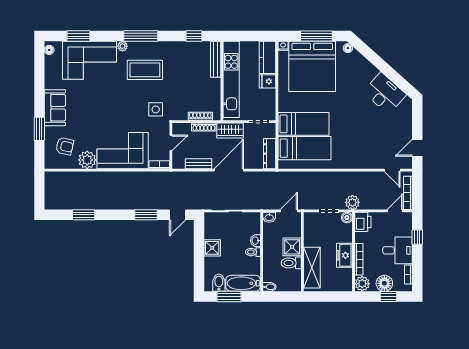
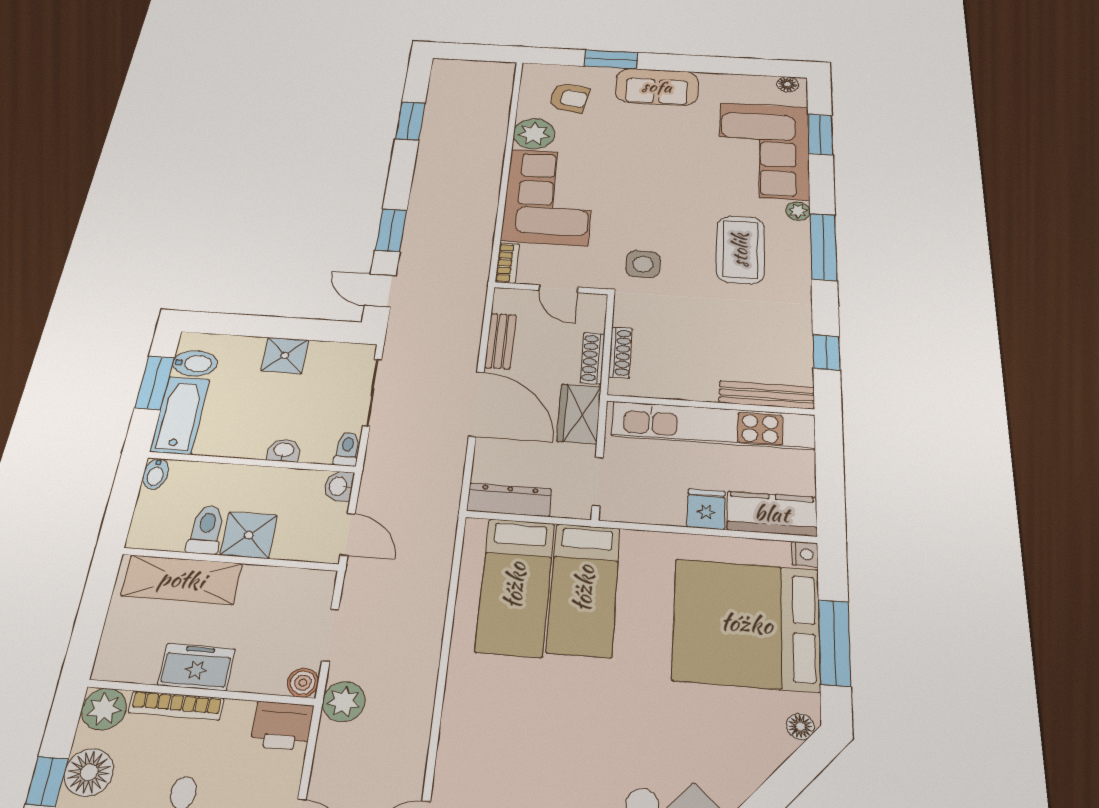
armchair: (65, 146) -> (569, 98), turned -92
toilet: (253, 252) -> (347, 449), moved

